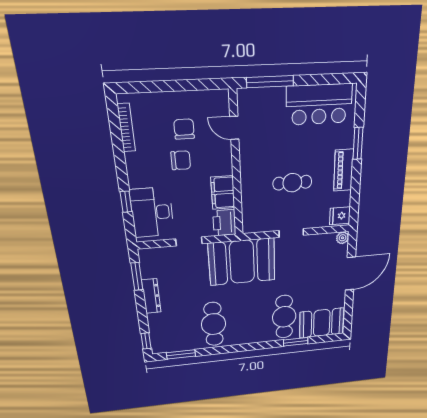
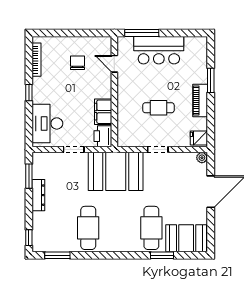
bar counter: (319, 104) -> (159, 50), moved
chair: (181, 160) -> (73, 85), removed
window: (126, 202) -> (29, 93), moved

